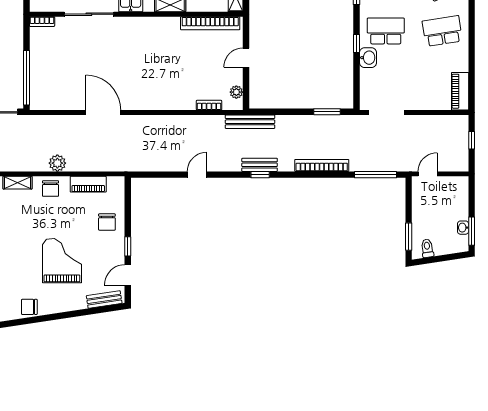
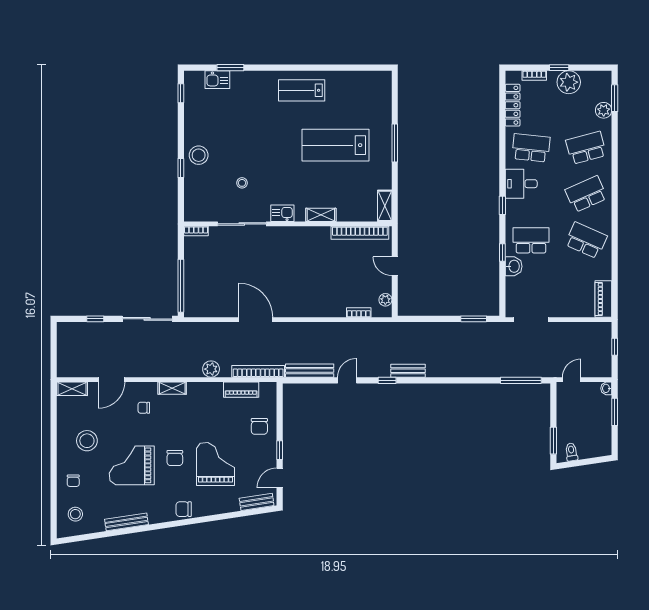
school desk: (442, 31) -> (586, 240), turned 33
door: (246, 58) -> (395, 266), hinge flipped
bench: (250, 122) -> (310, 371), moved
bookcase: (322, 165) -> (258, 371), moved
window: (260, 175) -> (387, 380), moved
chair: (51, 189) -> (175, 458), moved
washbasin: (463, 228) -> (606, 388), moved
window: (472, 231) -> (615, 412), moved

